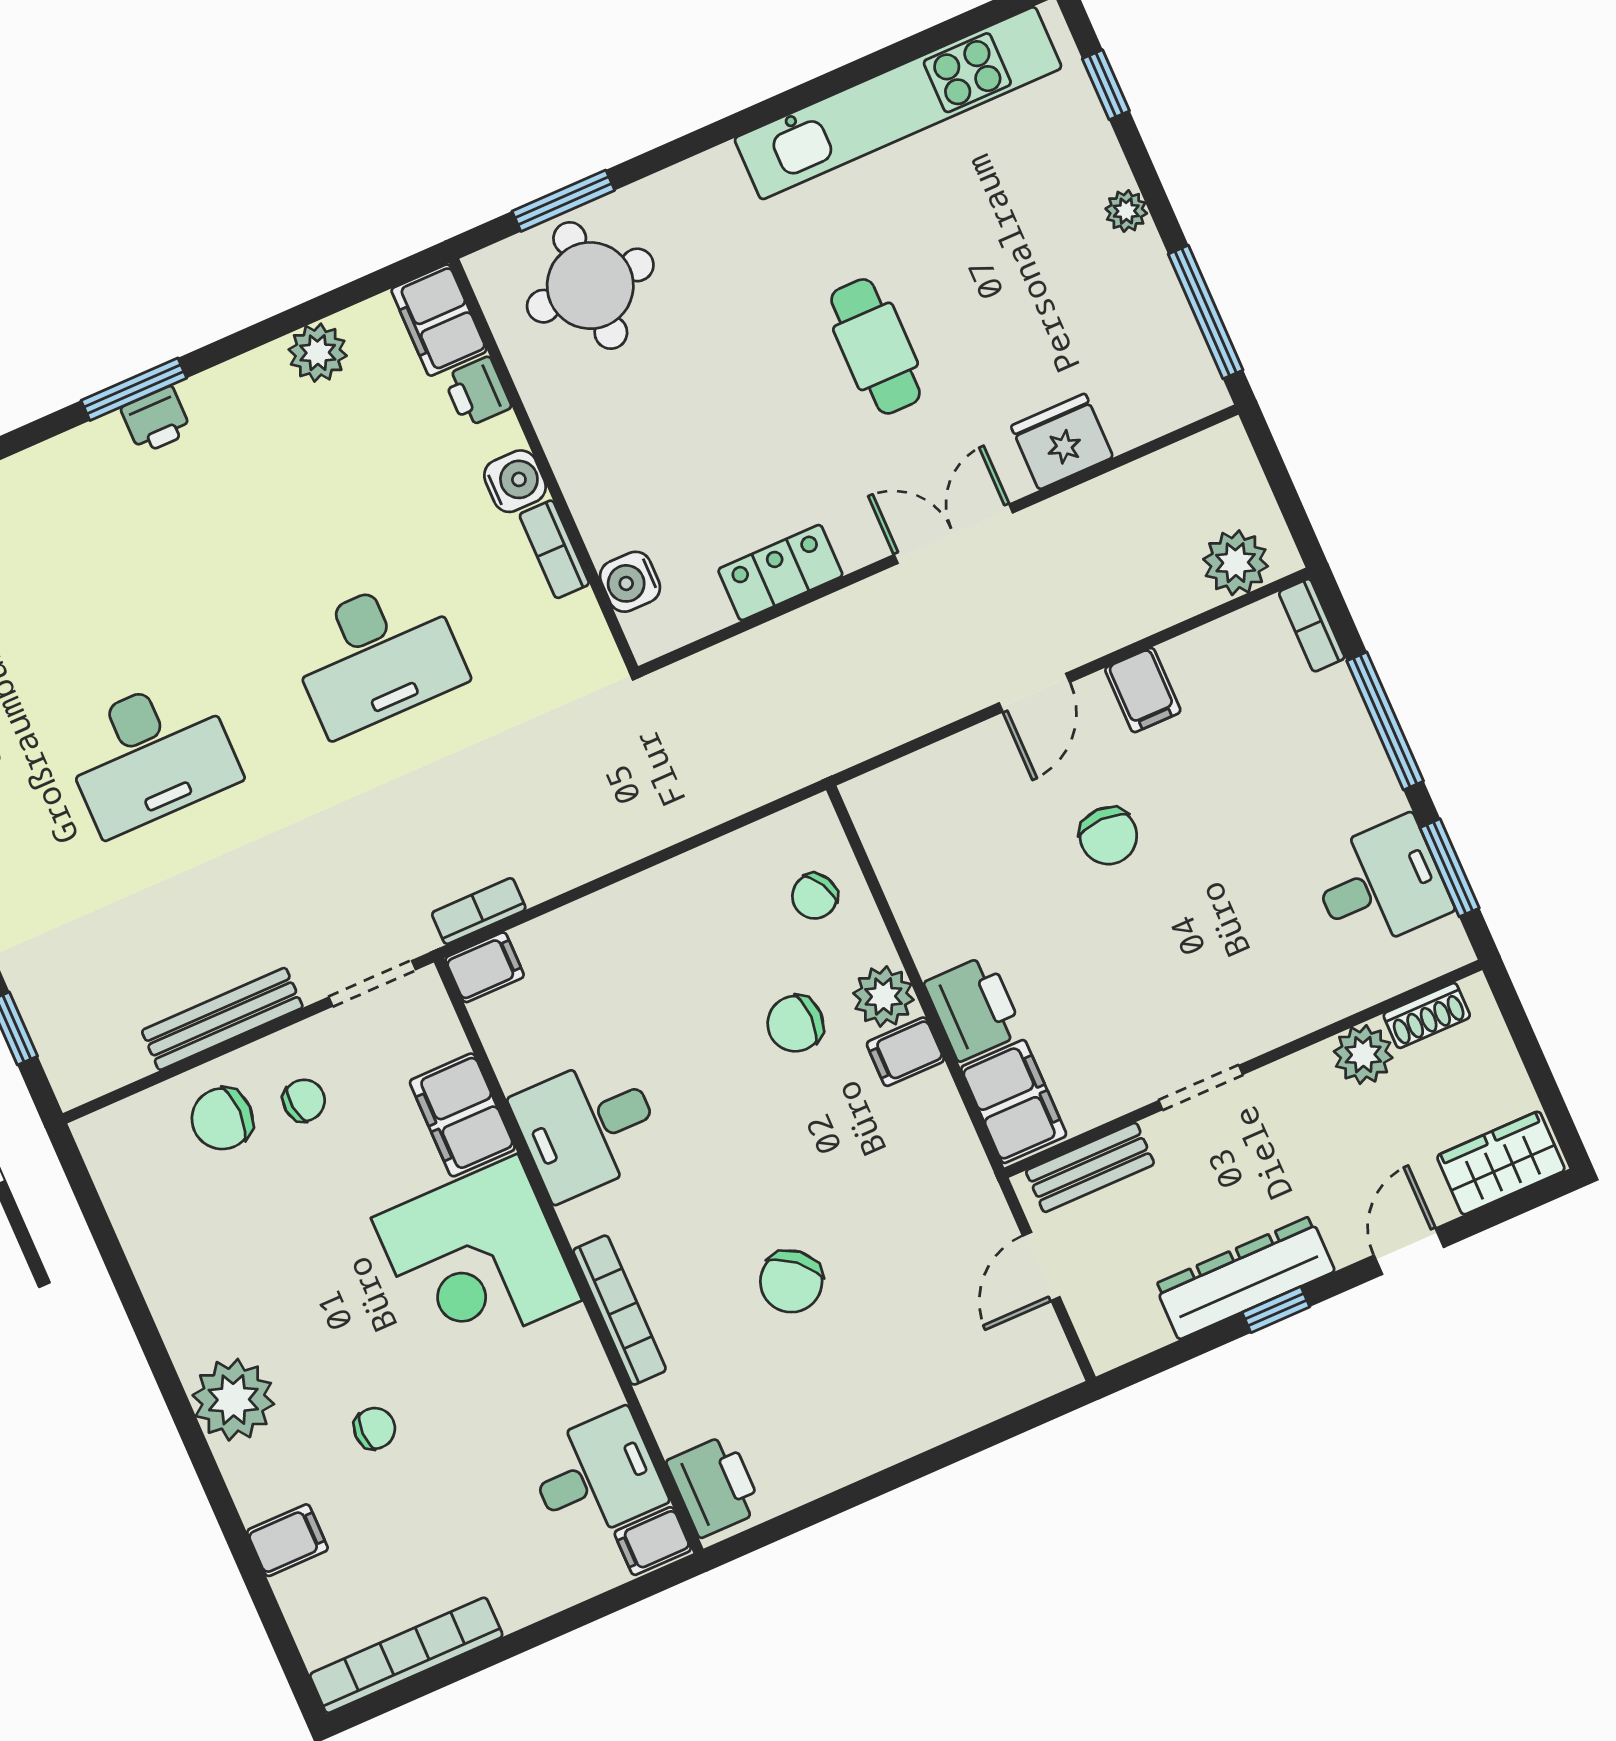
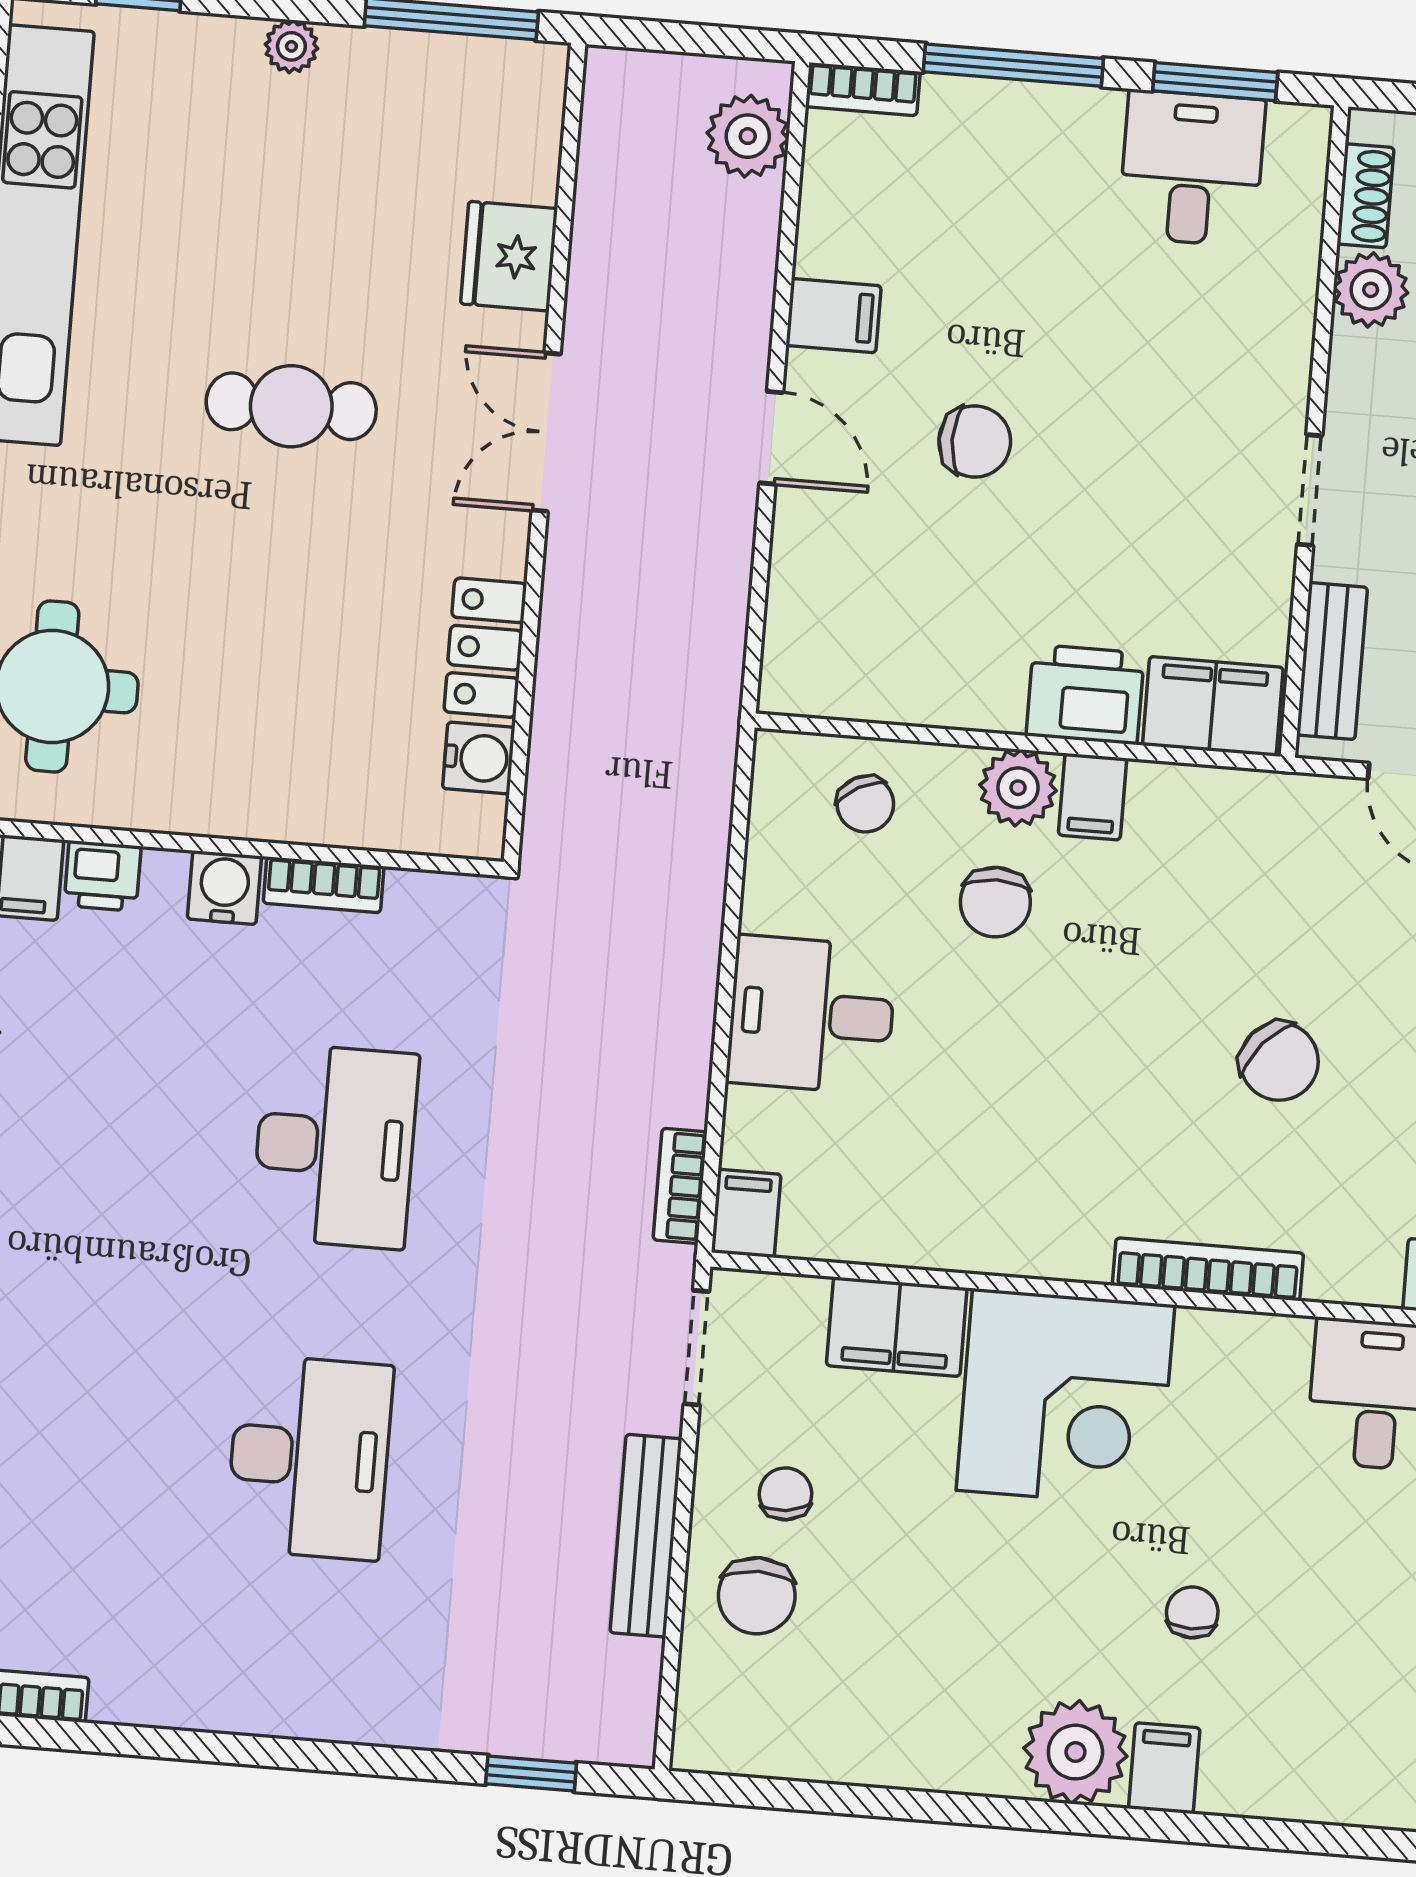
water cooler: (630, 582) -> (479, 758), moved, turned -90
desk: (588, 1127) -> (811, 1015), moved, turned 90
filing cabinet: (287, 1540) -> (1164, 1768), moved

